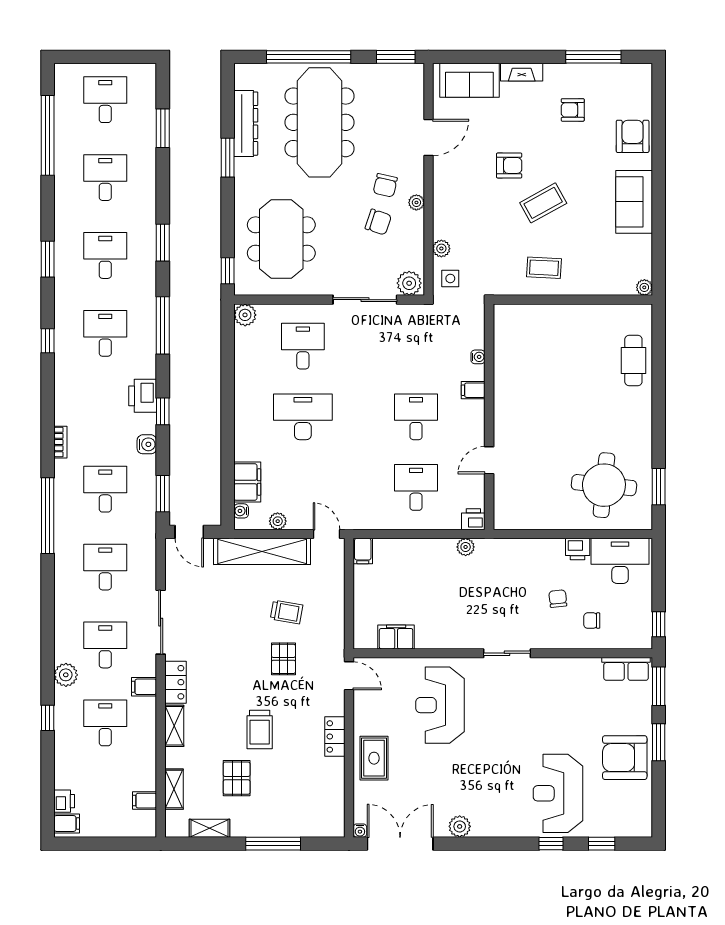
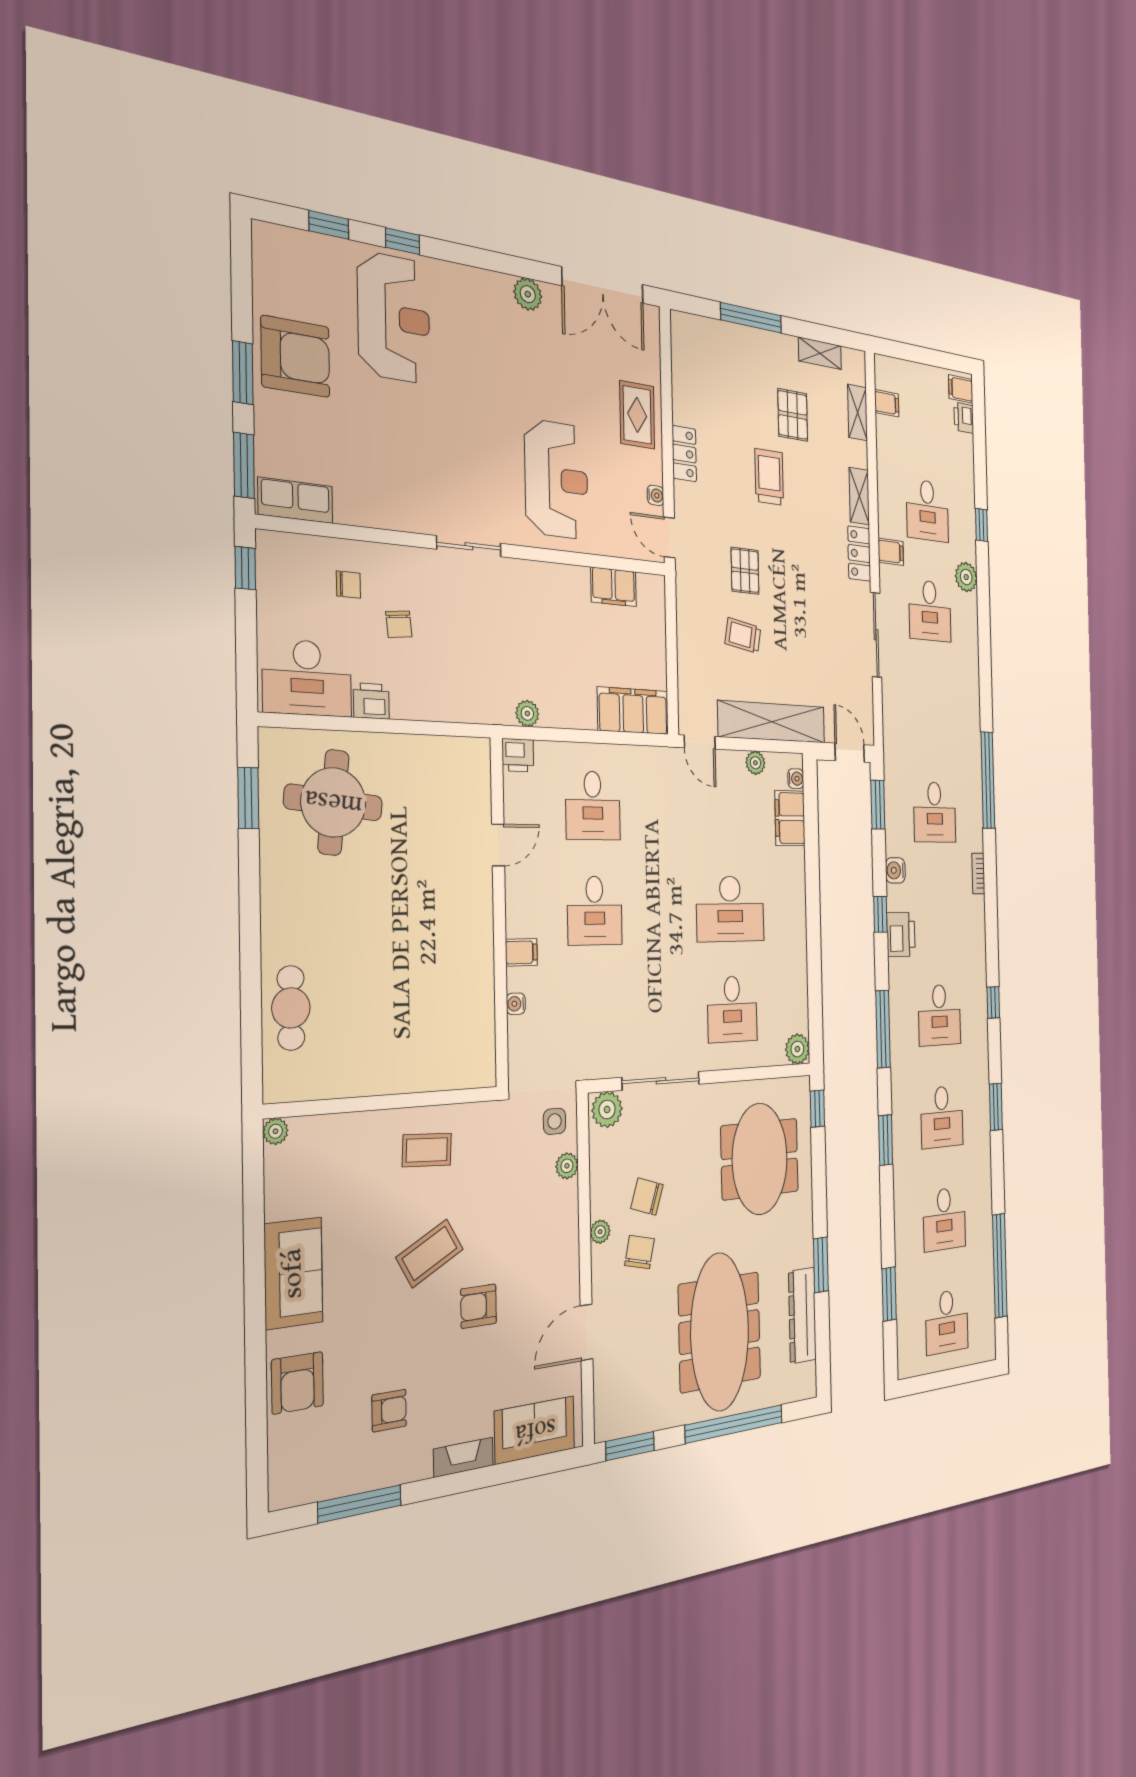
filing cabinet: (363, 551) -> (633, 711), width x3.00, depth x1.17
desk: (105, 567) -> (932, 711), removed
water cooler: (360, 831) -> (656, 495), moved, turned 90

